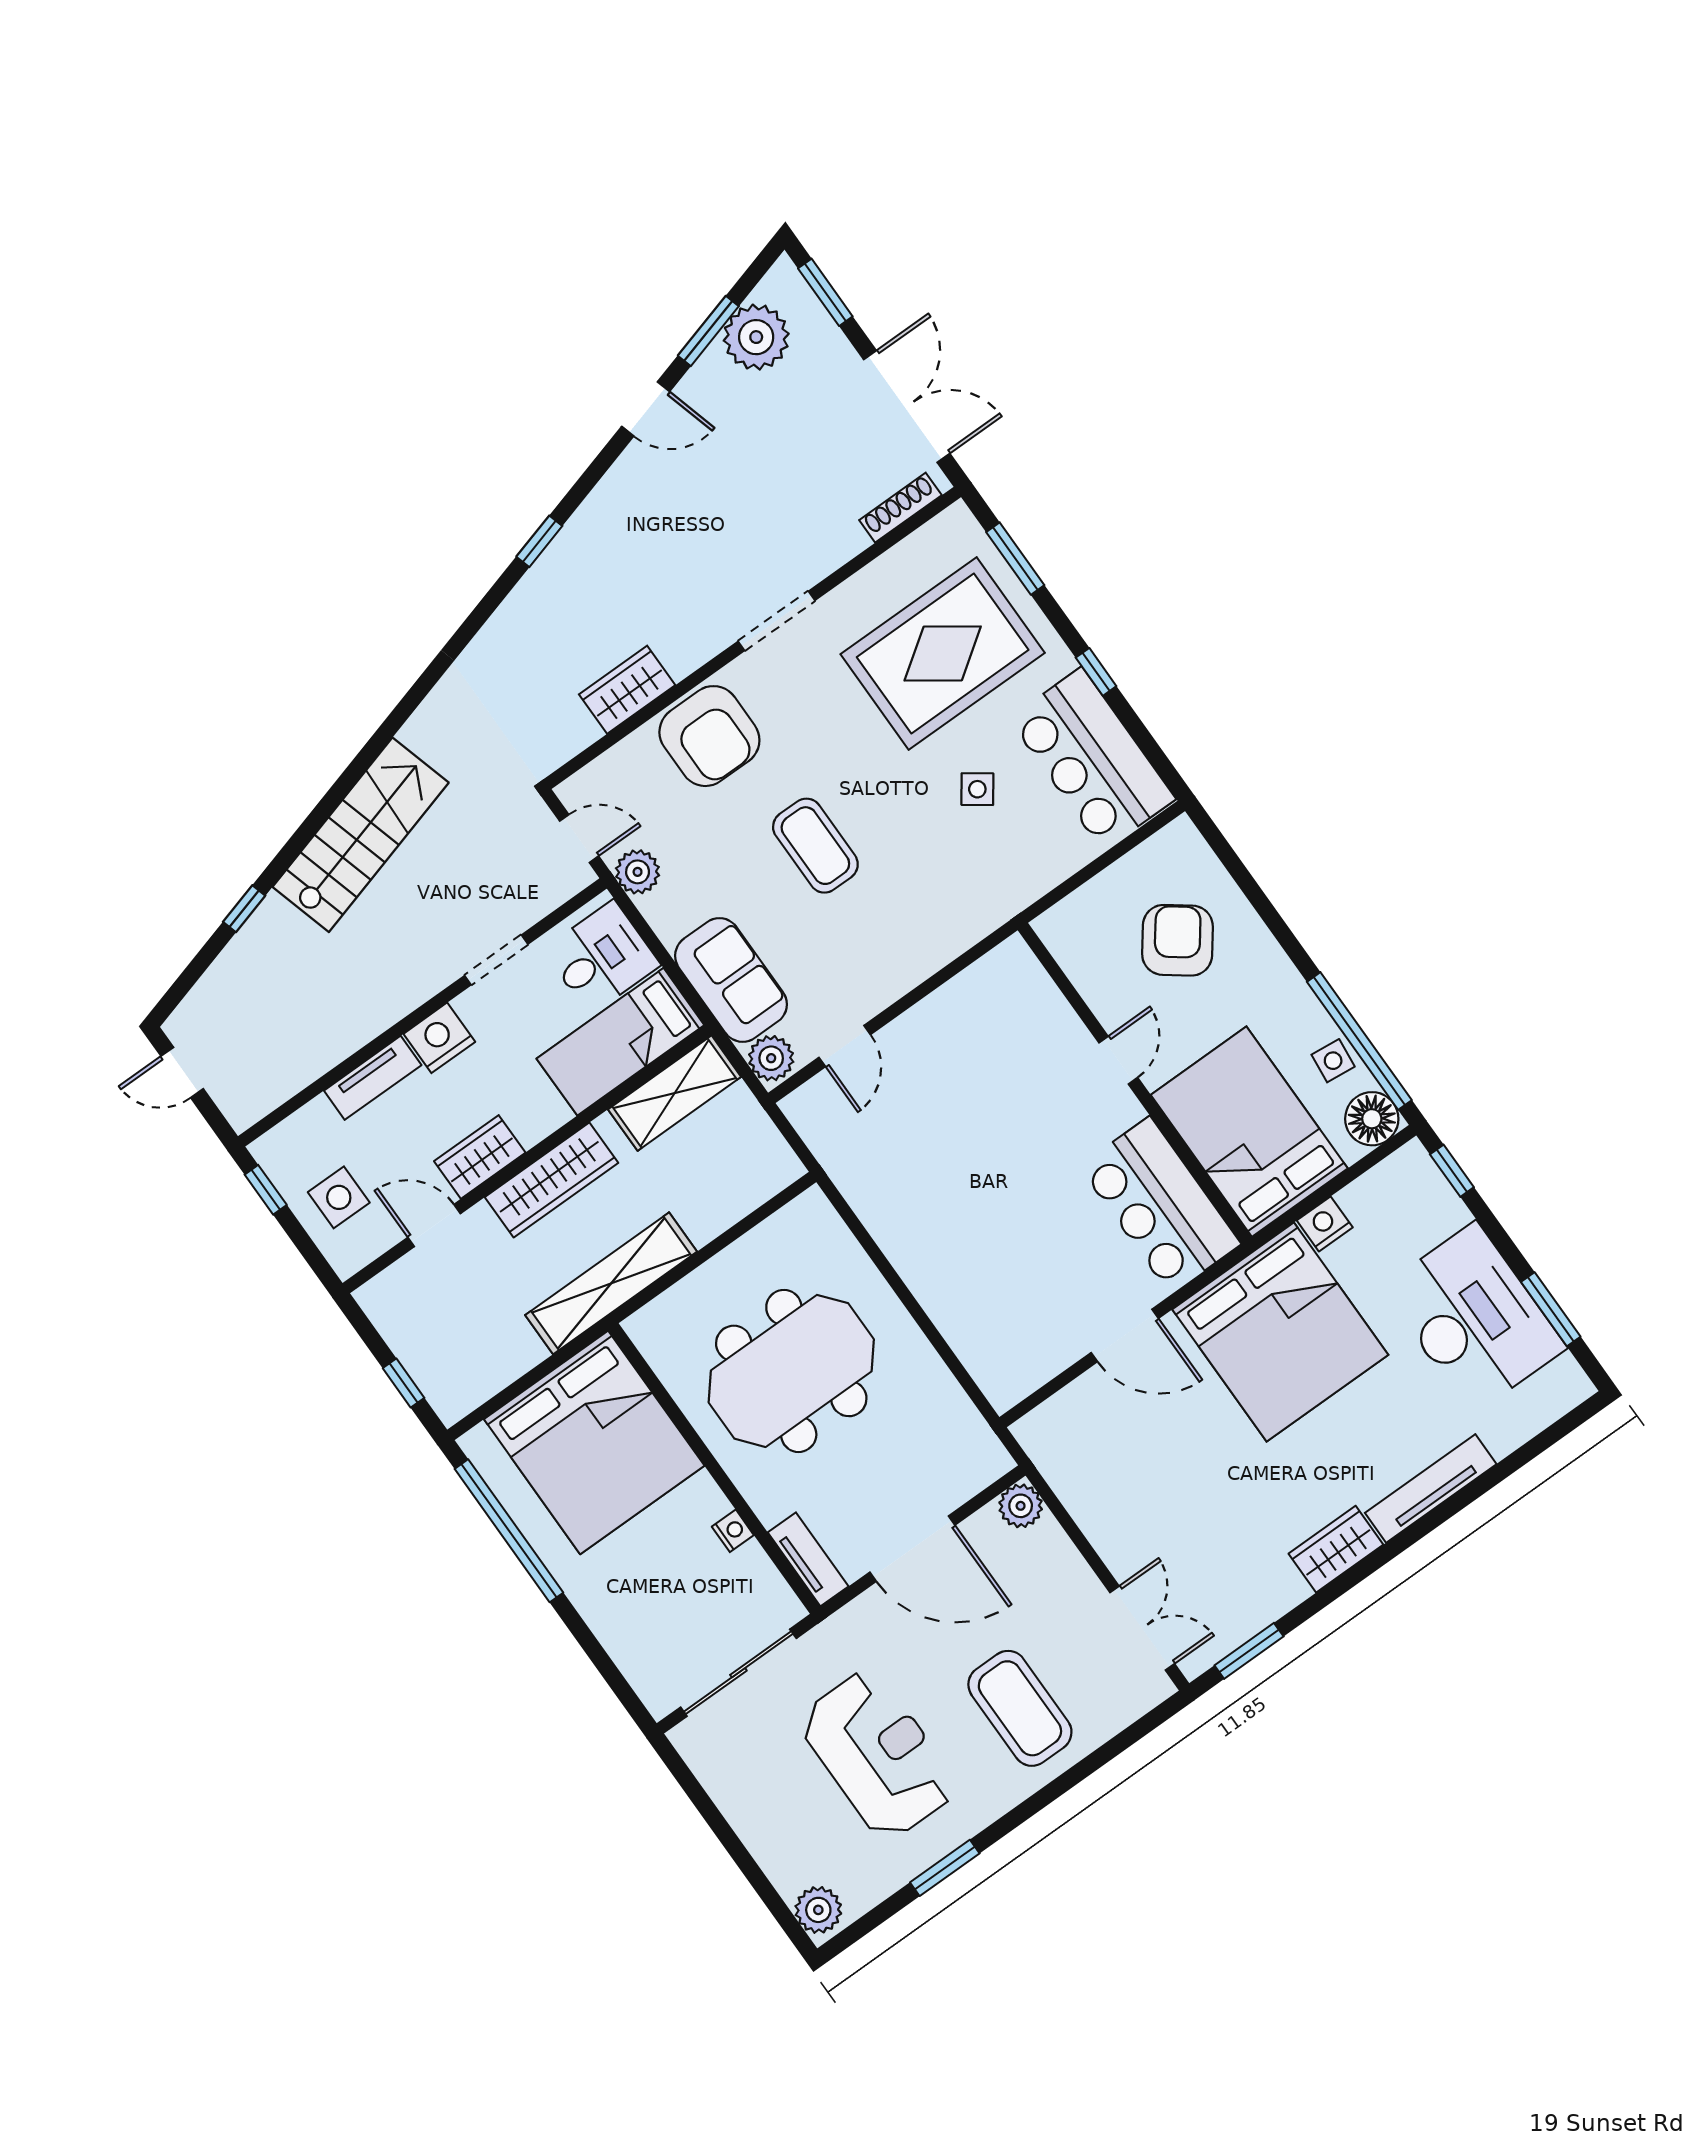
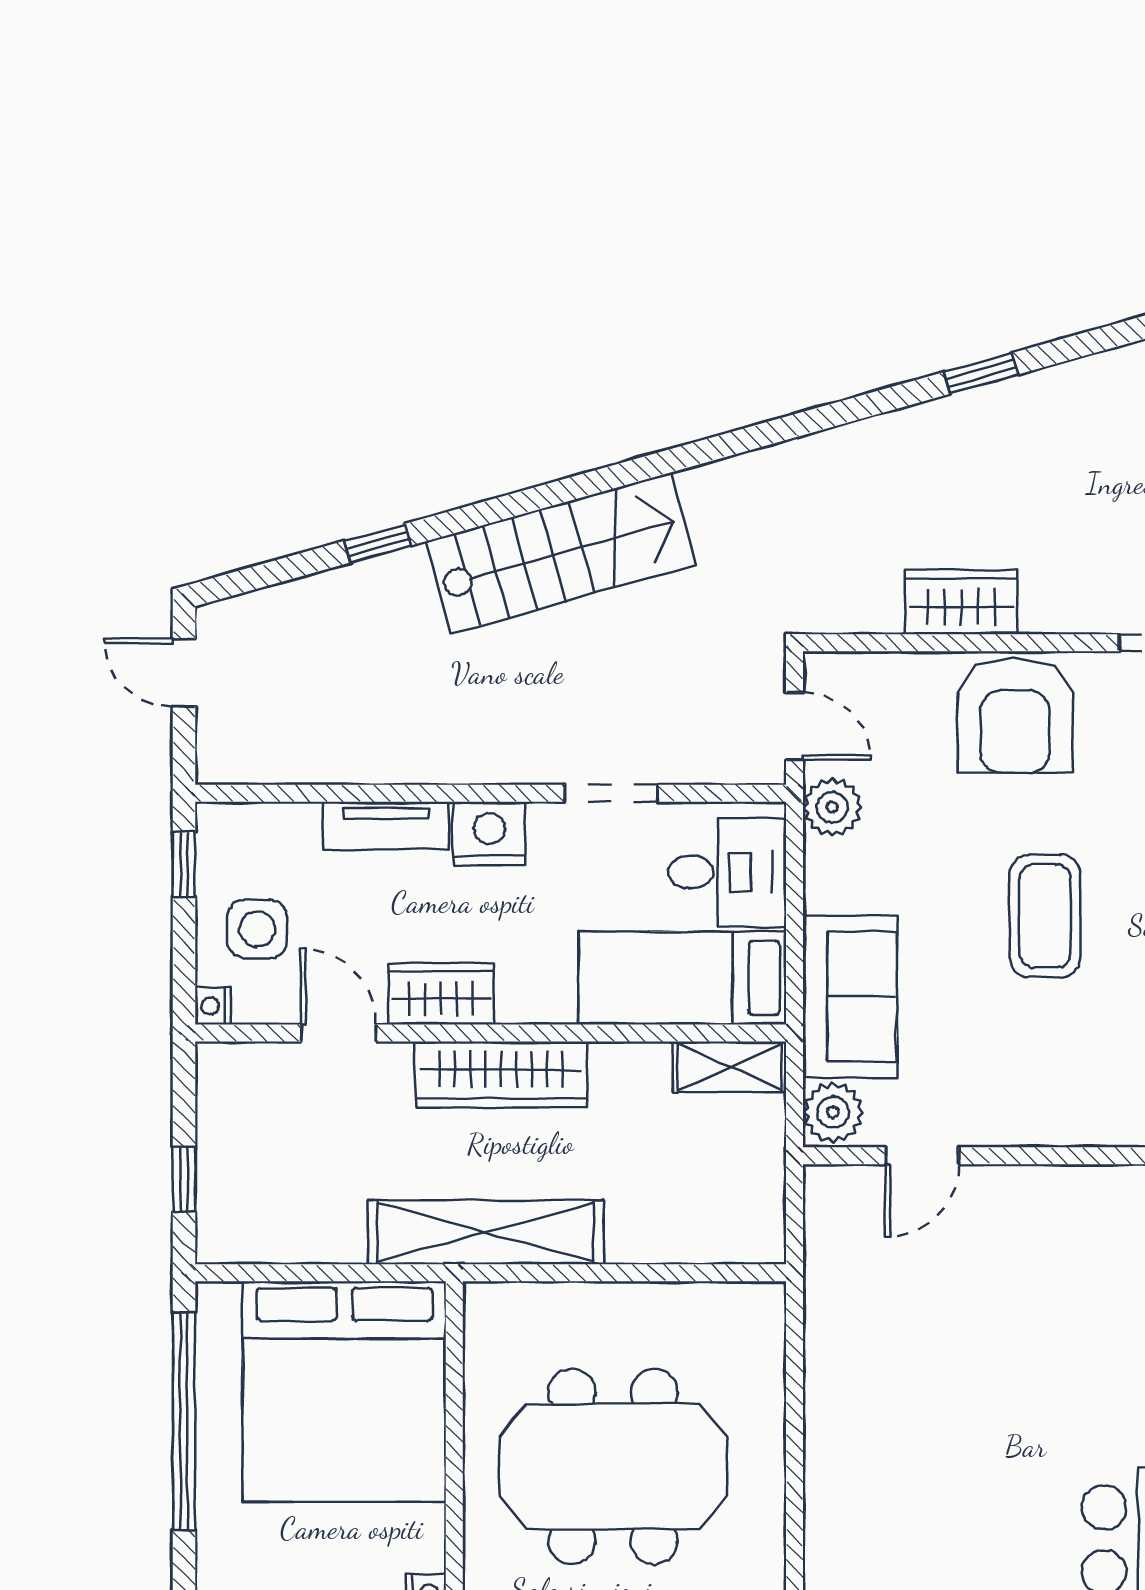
shelving: (675, 1093) -> (730, 1067), width x0.67, depth x0.75
nightstand: (345, 1264) -> (213, 1006), added

